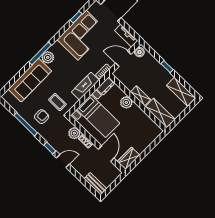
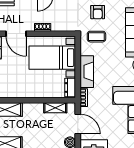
door: (123, 59) -> (78, 124), hinge flipped
shelving: (140, 96) -> (55, 108), moved
plant: (126, 102) -> (41, 91), removed
plant: (74, 133) -> (58, 25), removed

